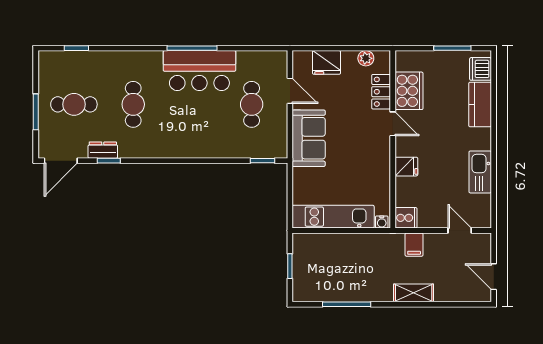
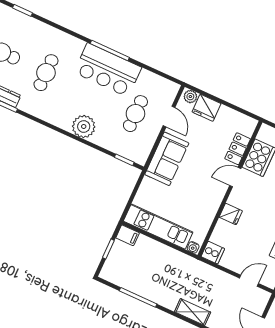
plant: (366, 58) -> (190, 97), moved
door: (393, 124) -> (235, 177), swing flipped
plant: (201, 144) -> (84, 127), added
door: (460, 230) -> (249, 281), hinge flipped
filing cabinet: (414, 245) -> (128, 235), moved, turned -90

